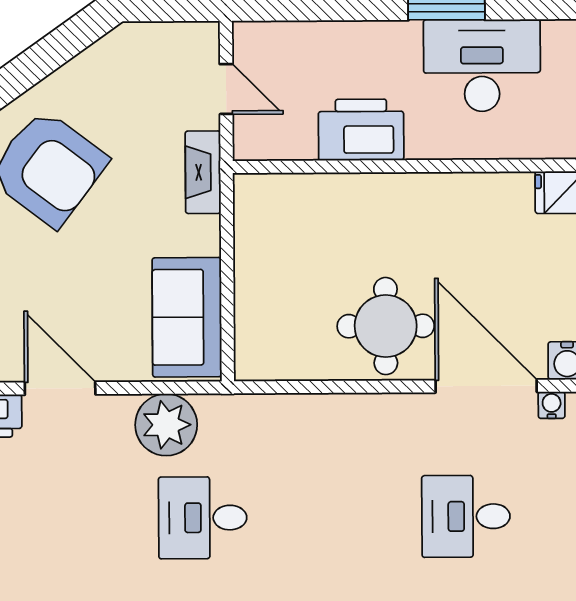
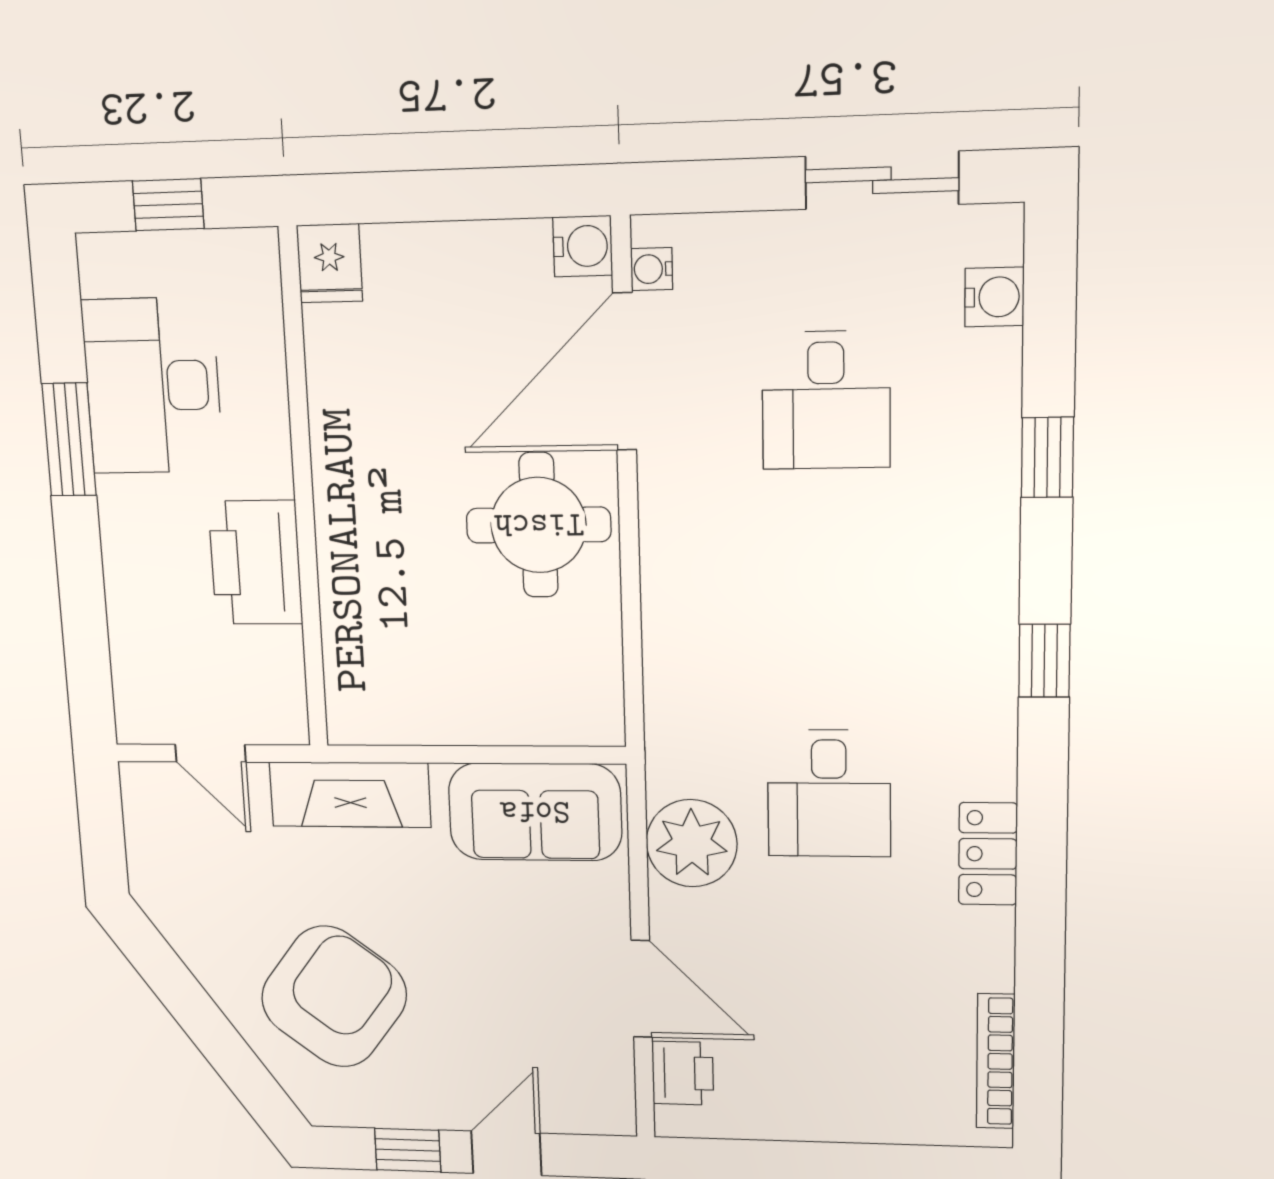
door: (226, 89) -> (211, 753), swing flipped
fireplace: (203, 172) -> (350, 795), width x1.37, depth x1.32
door: (60, 388) -> (642, 989), swing flipped

